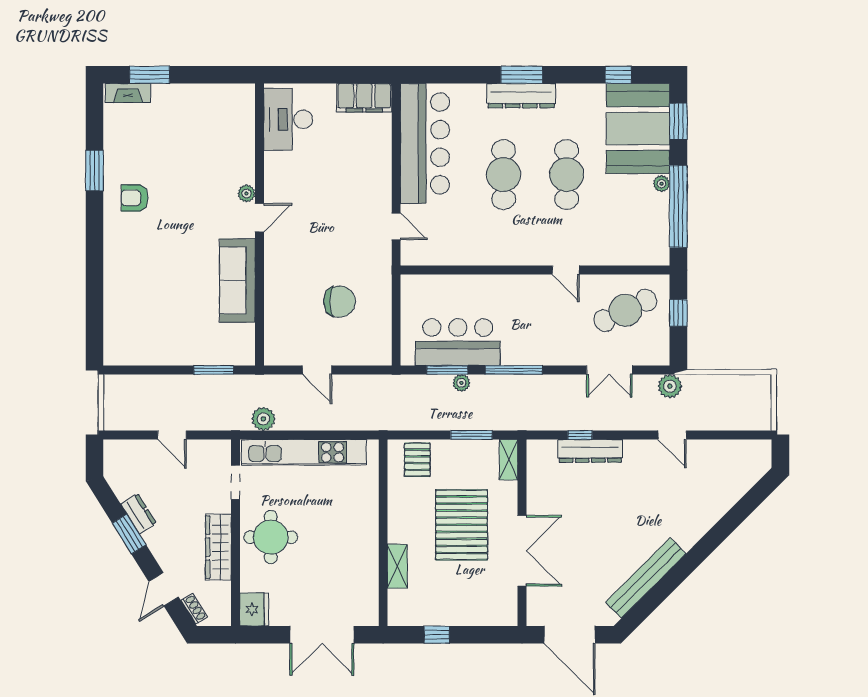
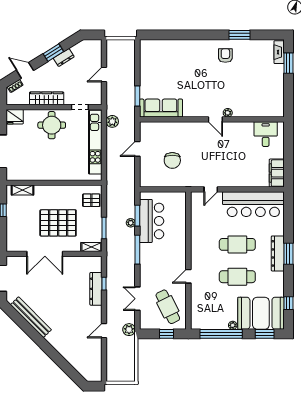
desk: (288, 119) -> (266, 134), width x0.73
sofa: (237, 281) -> (161, 108), moved
shelving: (397, 566) -> (23, 190), moved

